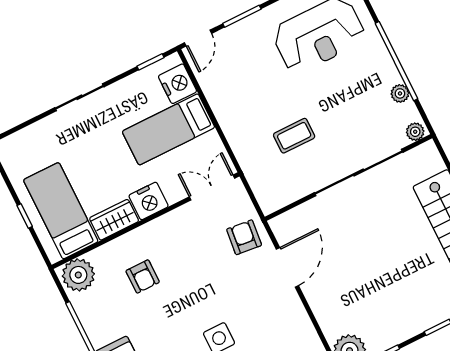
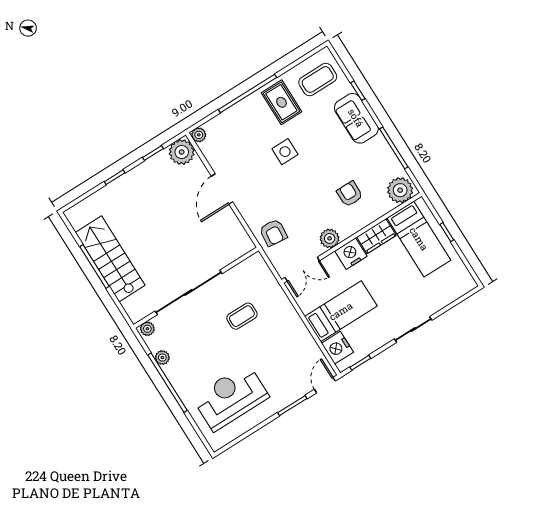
plant: (174, 223) -> (330, 238), added
door: (287, 267) -> (222, 189), moved

